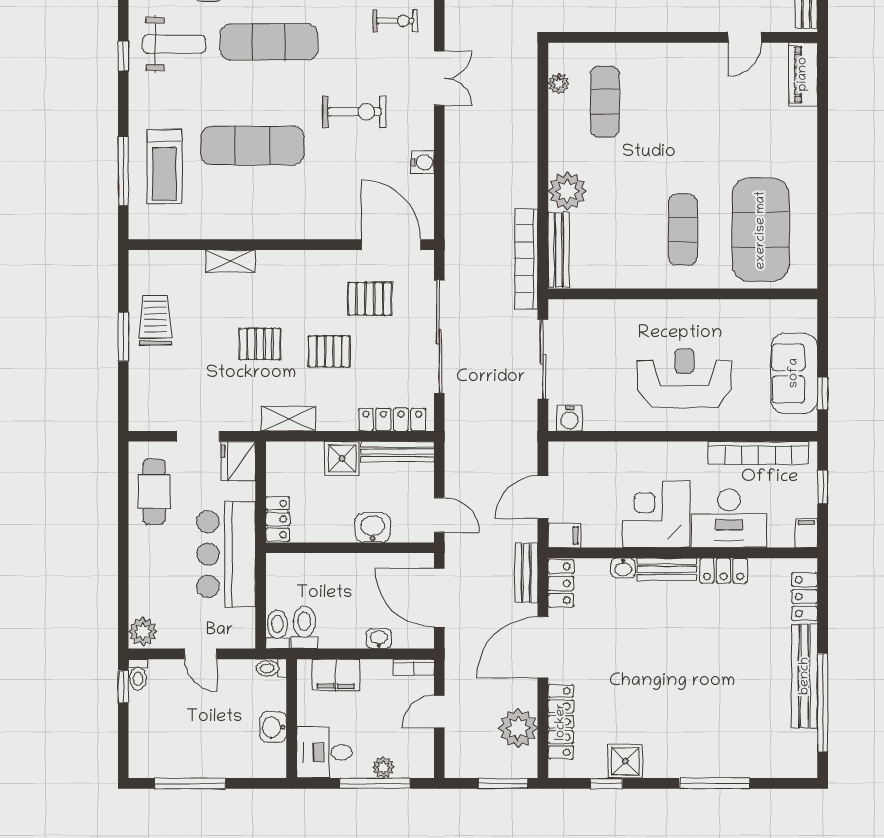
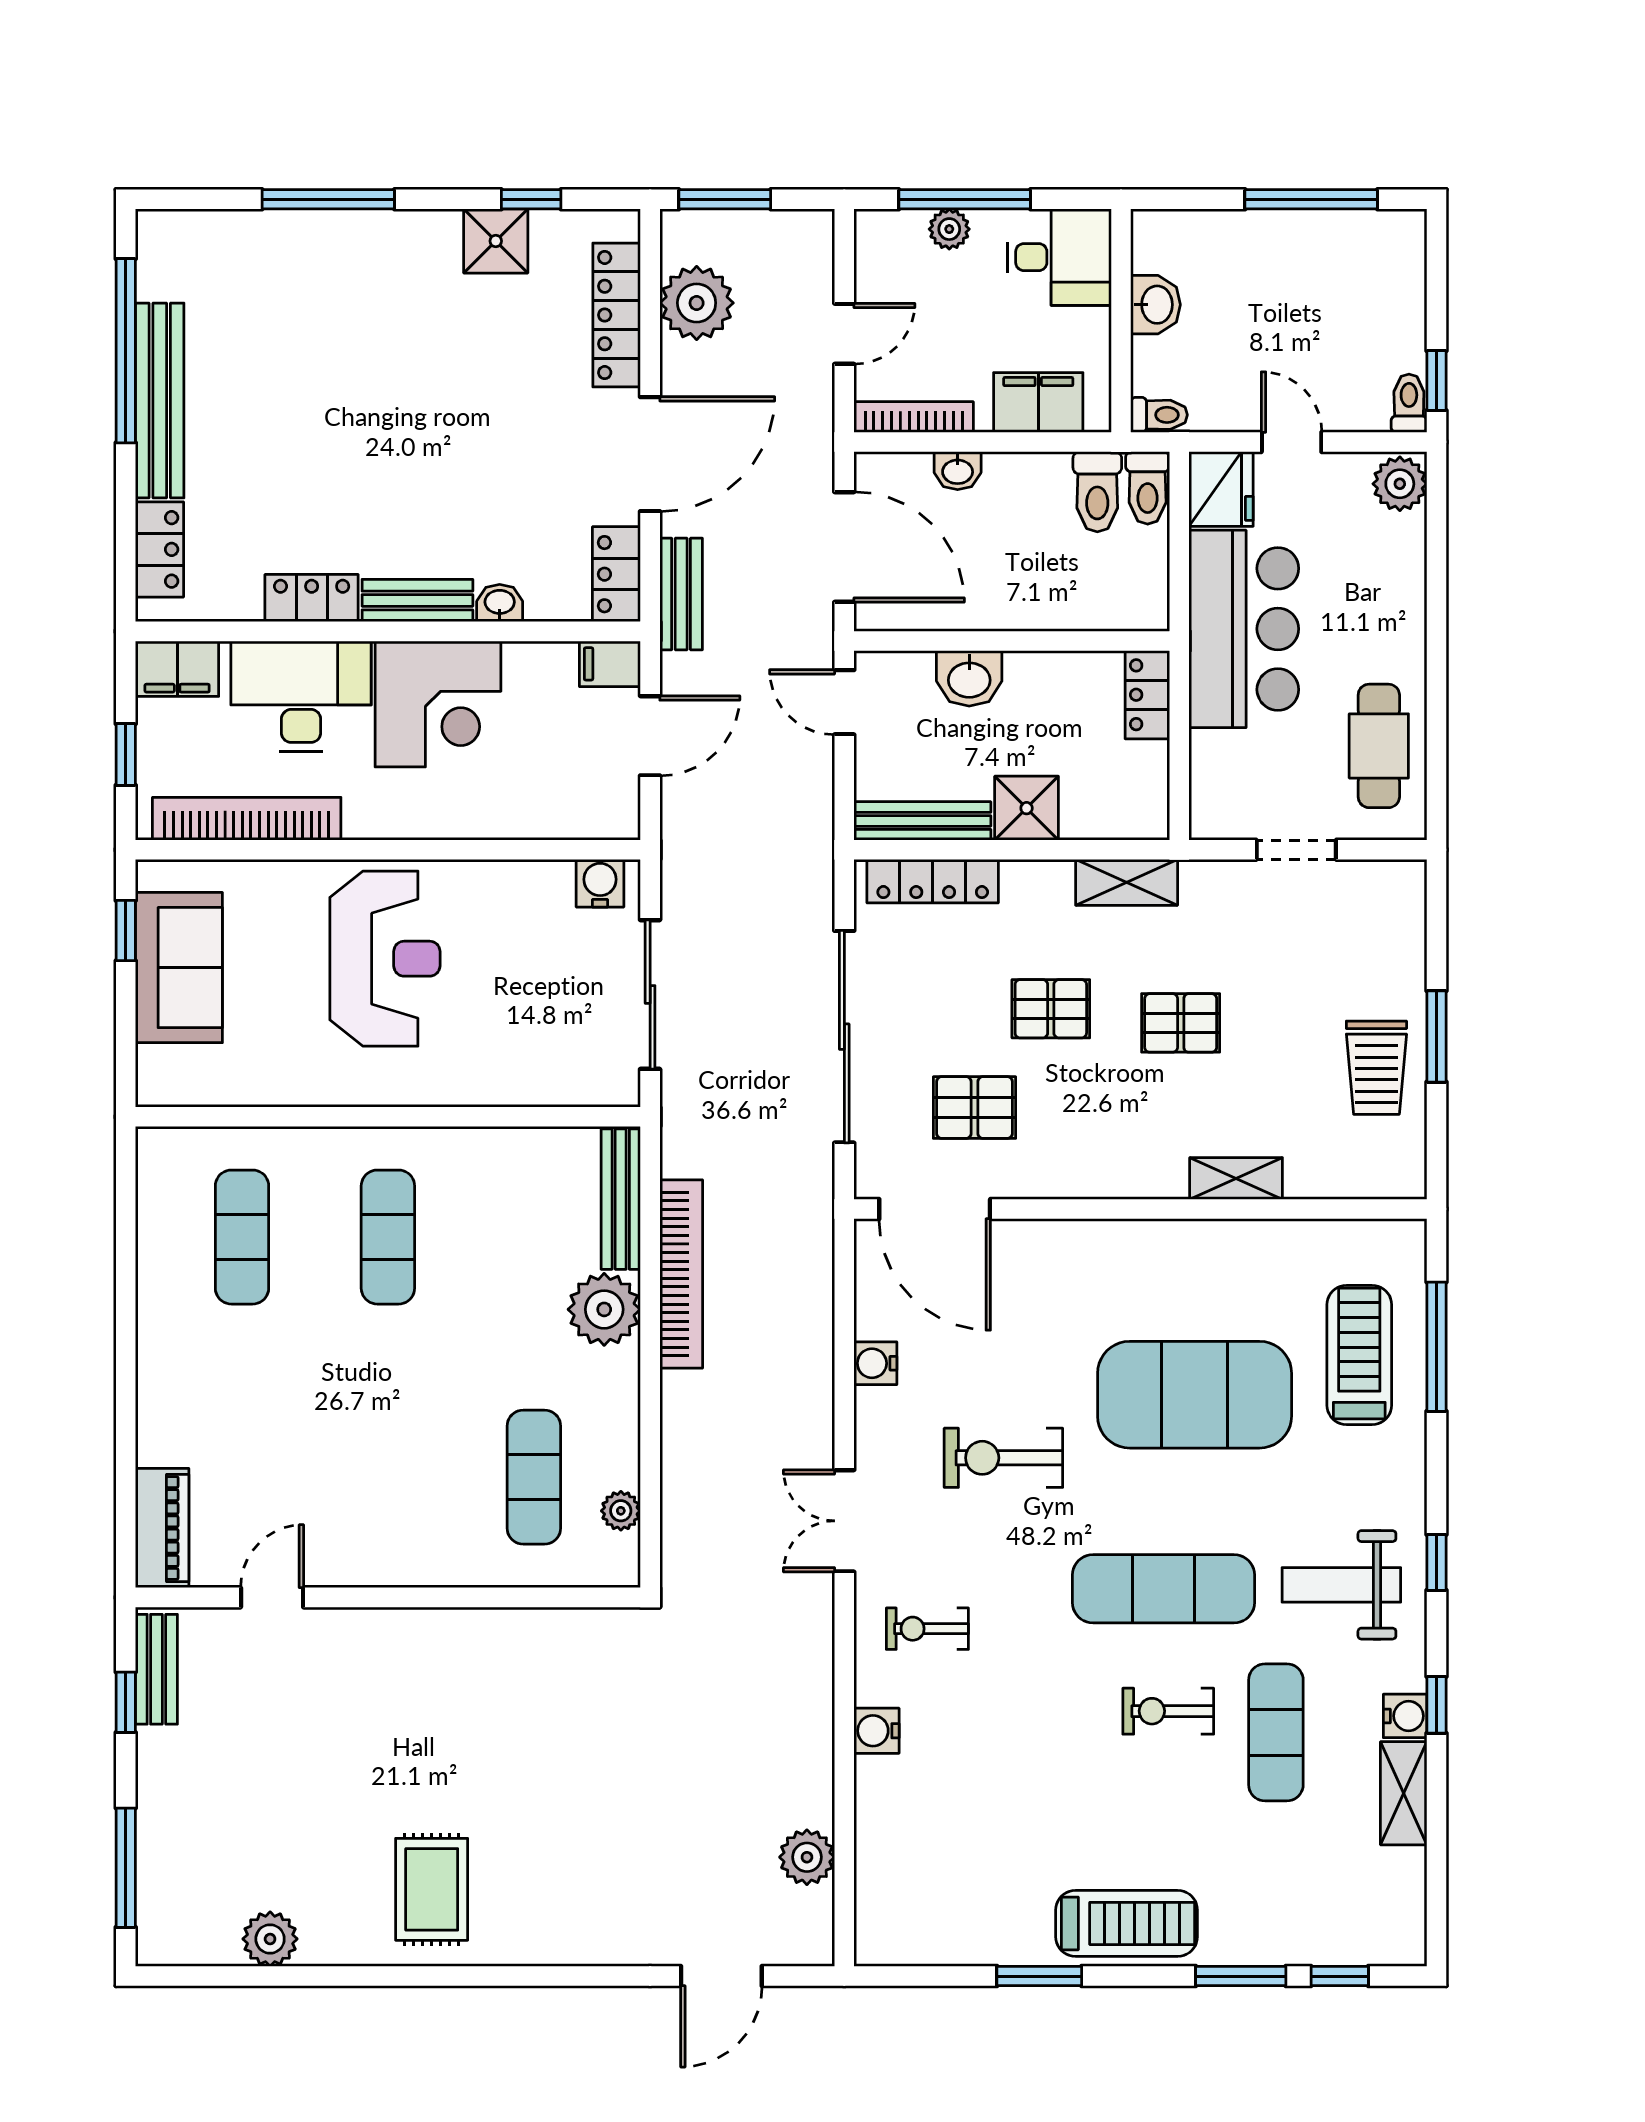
exercise mat: (252, 146) -> (1195, 1395), width x1.47
exercise mat: (761, 230) -> (242, 1237), width x0.50, depth x0.69
bookcase: (526, 259) -> (681, 1274), moved
reception desk: (684, 378) -> (385, 959), turned -90
fridge: (238, 461) -> (1221, 489), moved
filing cabinet: (806, 533) -> (177, 669), width x2.00
bookcase: (414, 667) -> (914, 417), width x1.56

